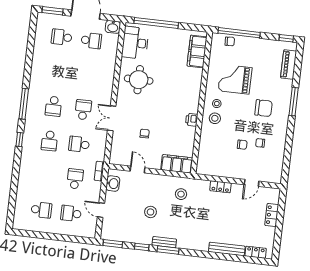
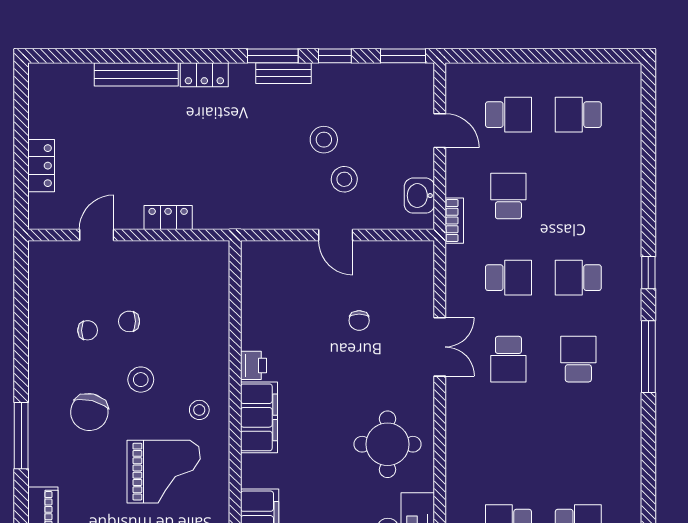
chair: (264, 108) -> (89, 412), turned -76
stool: (215, 118) -> (141, 380), moved
school desk: (49, 141) -> (578, 278), turned -90
filing cabinet: (177, 164) -> (259, 417), moved, turned -90
door: (137, 169) -> (336, 235), moved
school desk: (75, 179) -> (508, 196), turned 180
stool: (181, 194) -> (344, 179), moved
locker: (256, 252) -> (204, 75), moved

